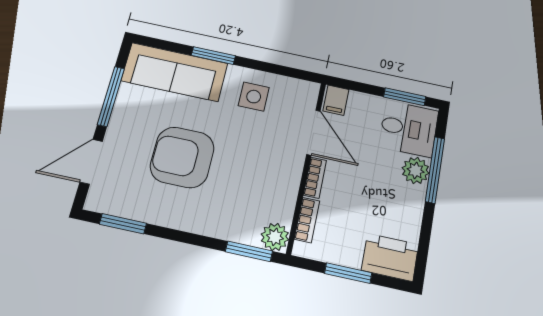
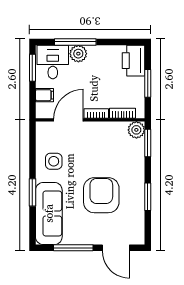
filing cabinet: (336, 100) -> (44, 95), moved
armchair: (182, 157) -> (101, 195), turned 180
window: (123, 224) -> (148, 197), moved

